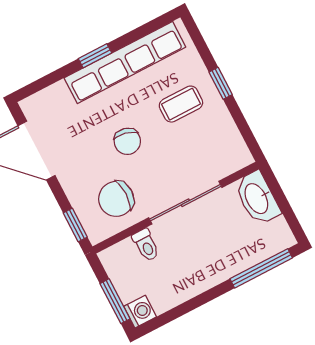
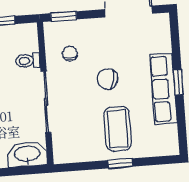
row of seats: (125, 62) -> (163, 89), width x0.73
coffee table: (181, 104) -> (118, 129), width x1.36, depth x1.30
chair: (116, 199) -> (70, 54), width x0.54, depth x0.54

